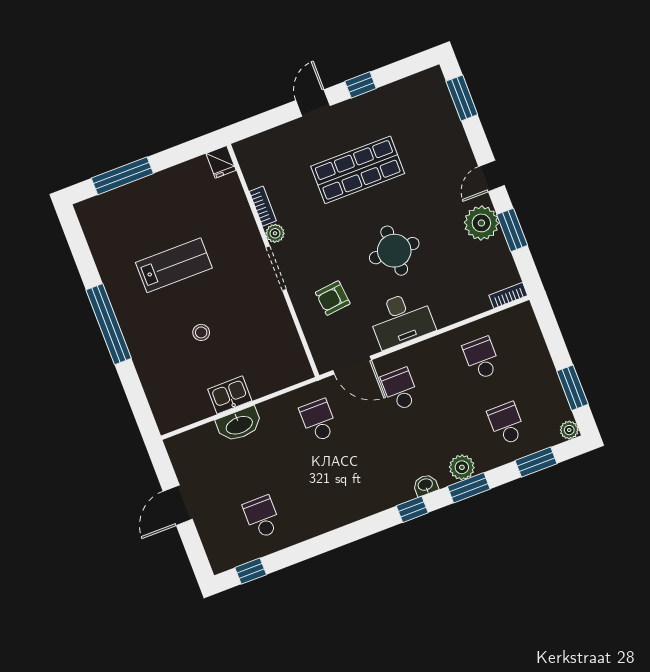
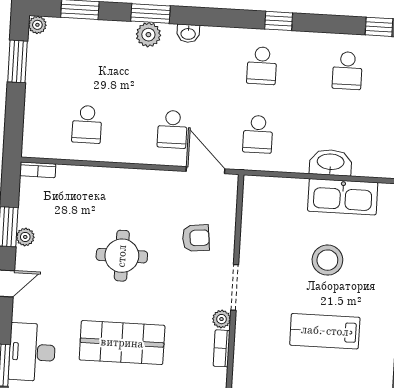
plant: (481, 223) -> (25, 237), width x0.53, depth x0.53
desk: (401, 319) -> (32, 352), moved, turned -90
stool: (201, 332) -> (327, 260), width x1.89, depth x1.89
kitchen sink: (230, 395) -> (343, 197), width x1.87, depth x1.24
school desk: (507, 424) -> (262, 66), moved
window: (412, 509) -> (279, 21), moved

